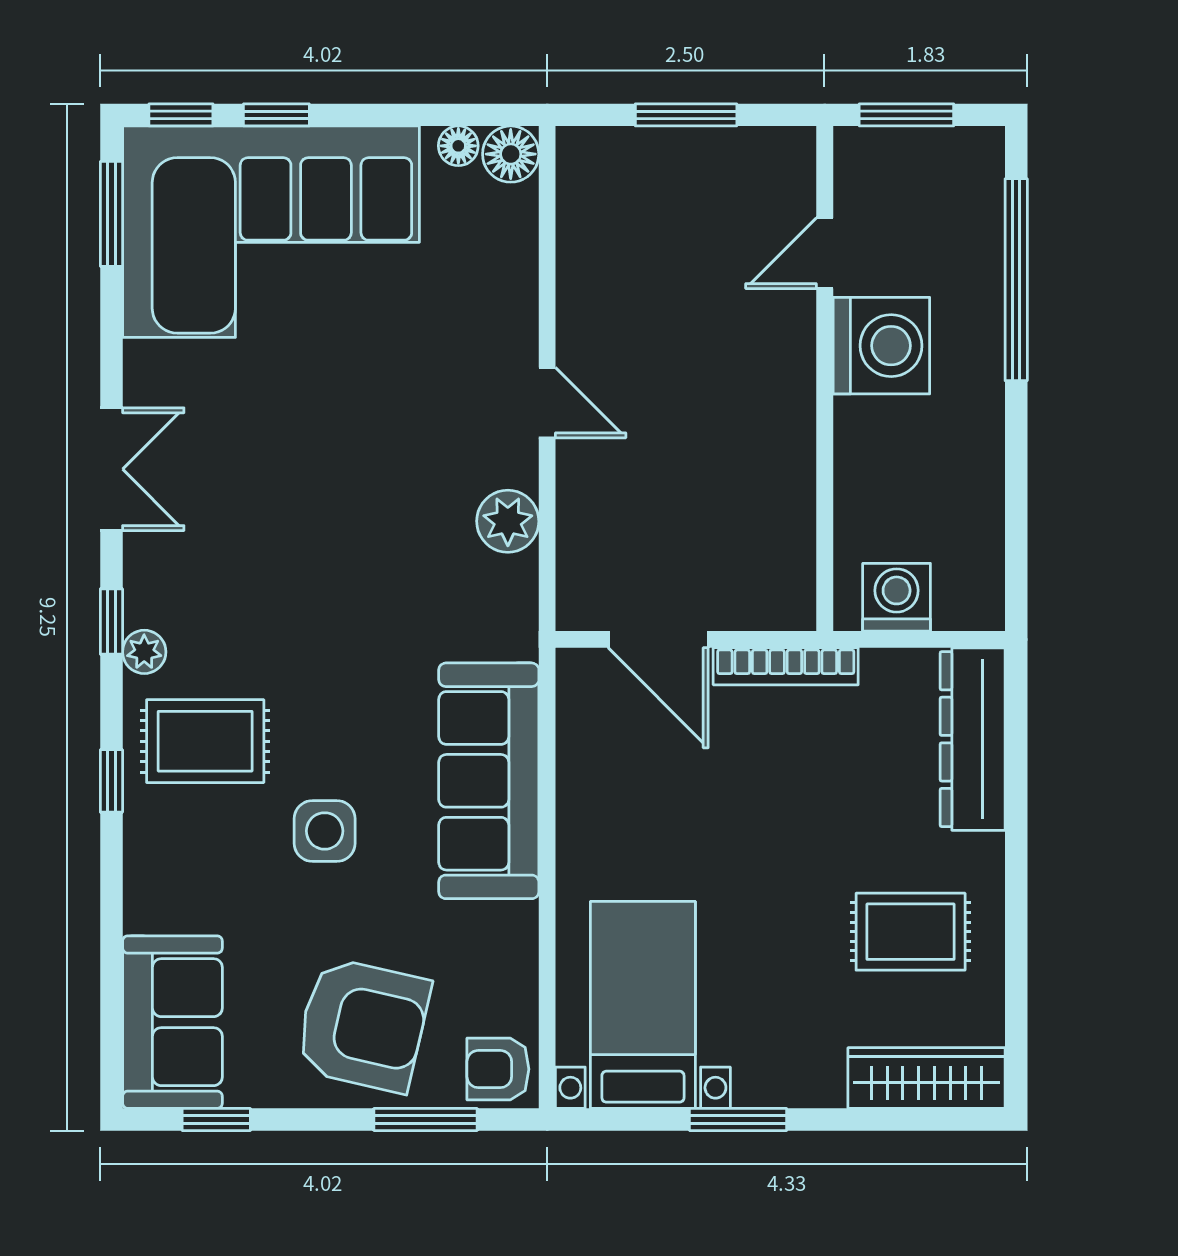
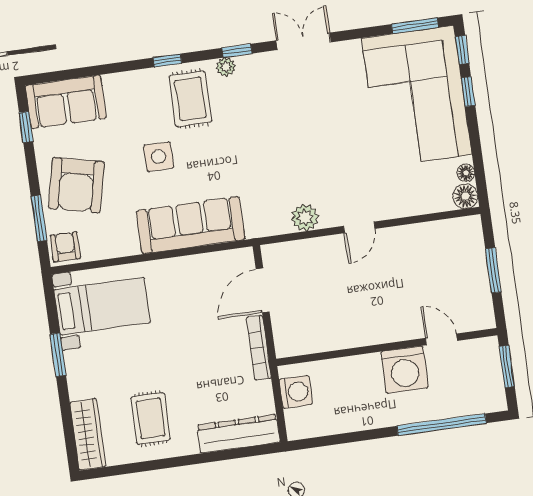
double door: (111, 469) -> (303, 41), swing flipped

